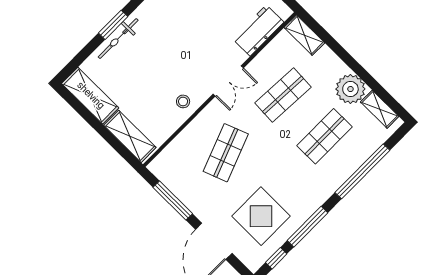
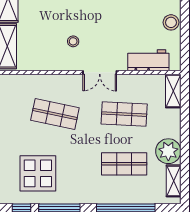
stool: (183, 101) -> (73, 41), moved
shop shelf: (226, 153) -> (55, 114), turned 33

